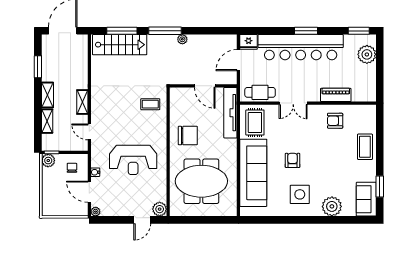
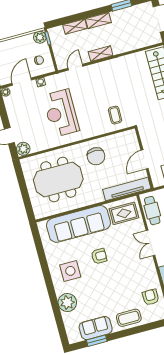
armchair: (335, 121) -> (151, 297), moved
meeting table: (201, 181) -> (58, 179), turned 90
sofa: (366, 199) -> (96, 328), moved

